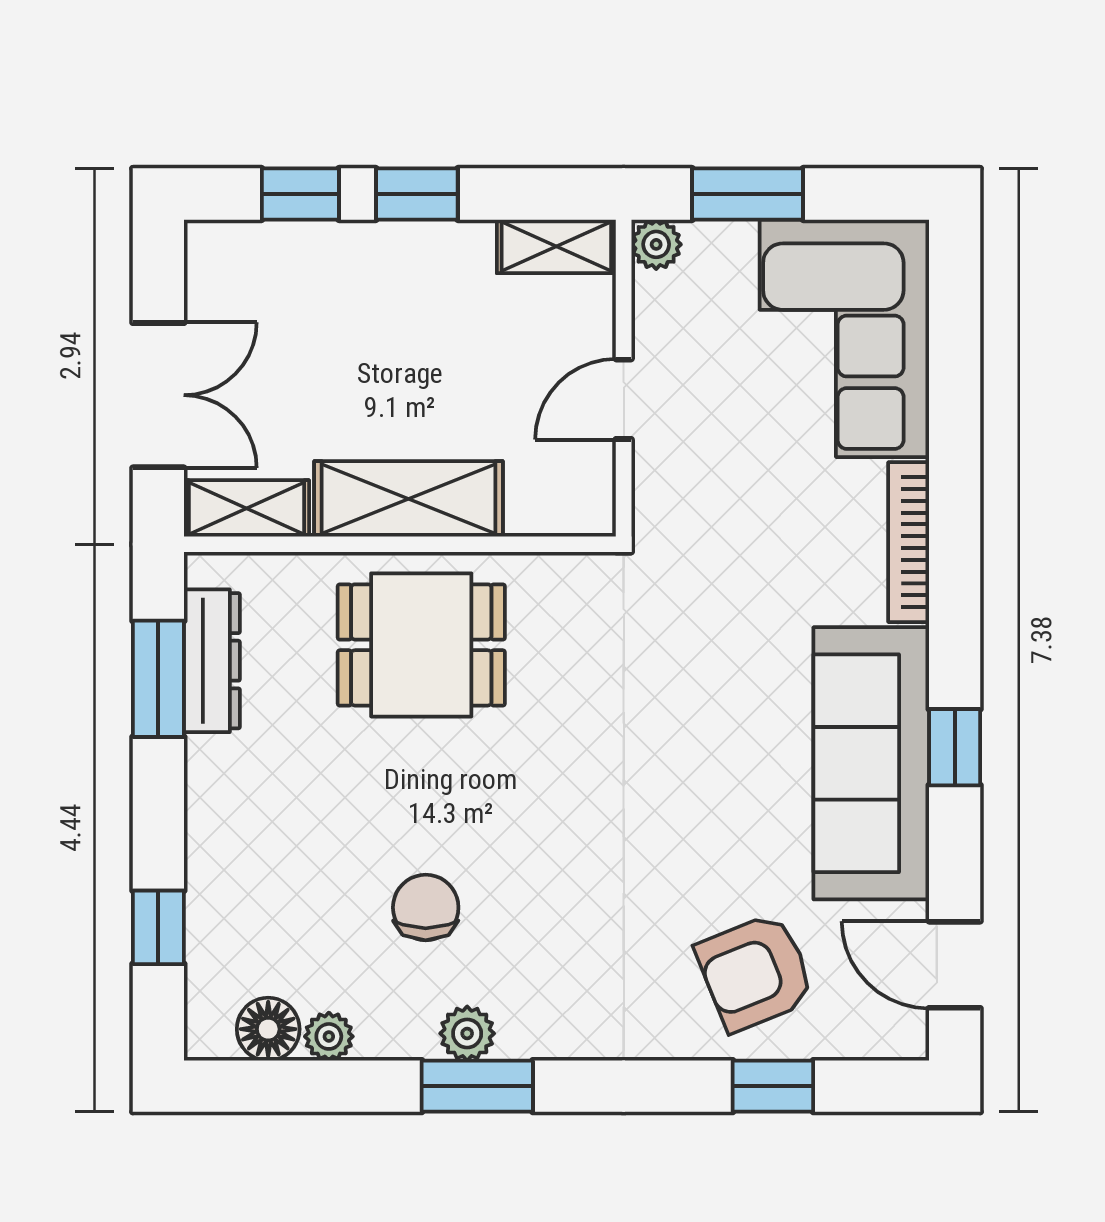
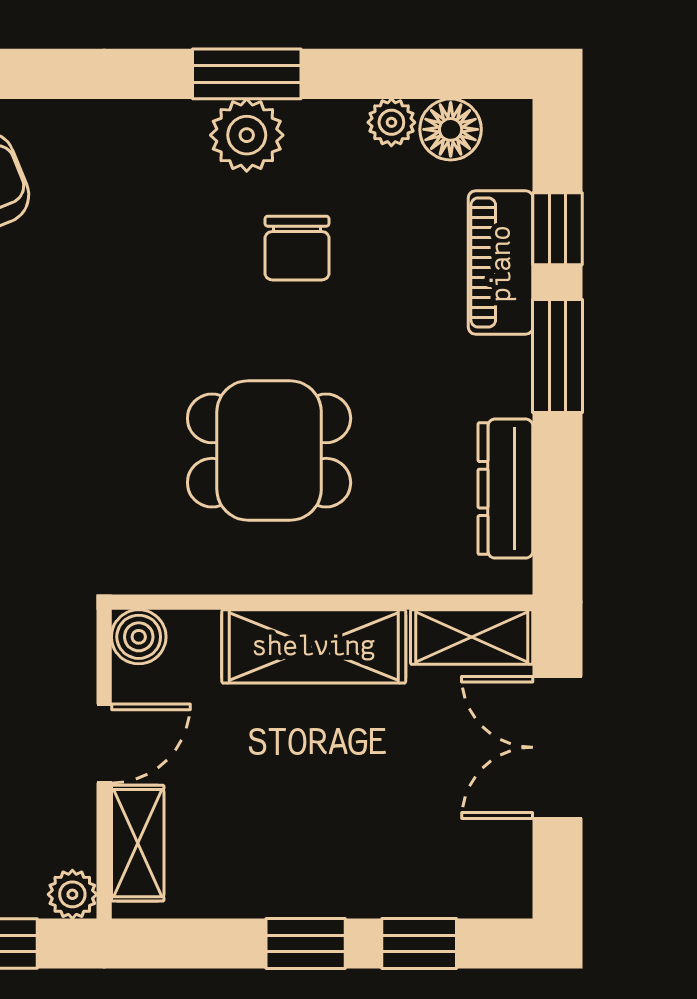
shelving: (556, 246) -> (138, 843), moved, turned 90
boiler: (588, 509) -> (139, 637), added
dining table: (421, 645) -> (269, 451), moved
window: (158, 679) -> (558, 356), moved
piano: (217, 893) -> (501, 263), added
plant: (467, 1033) -> (247, 135), width x1.38, depth x1.38

